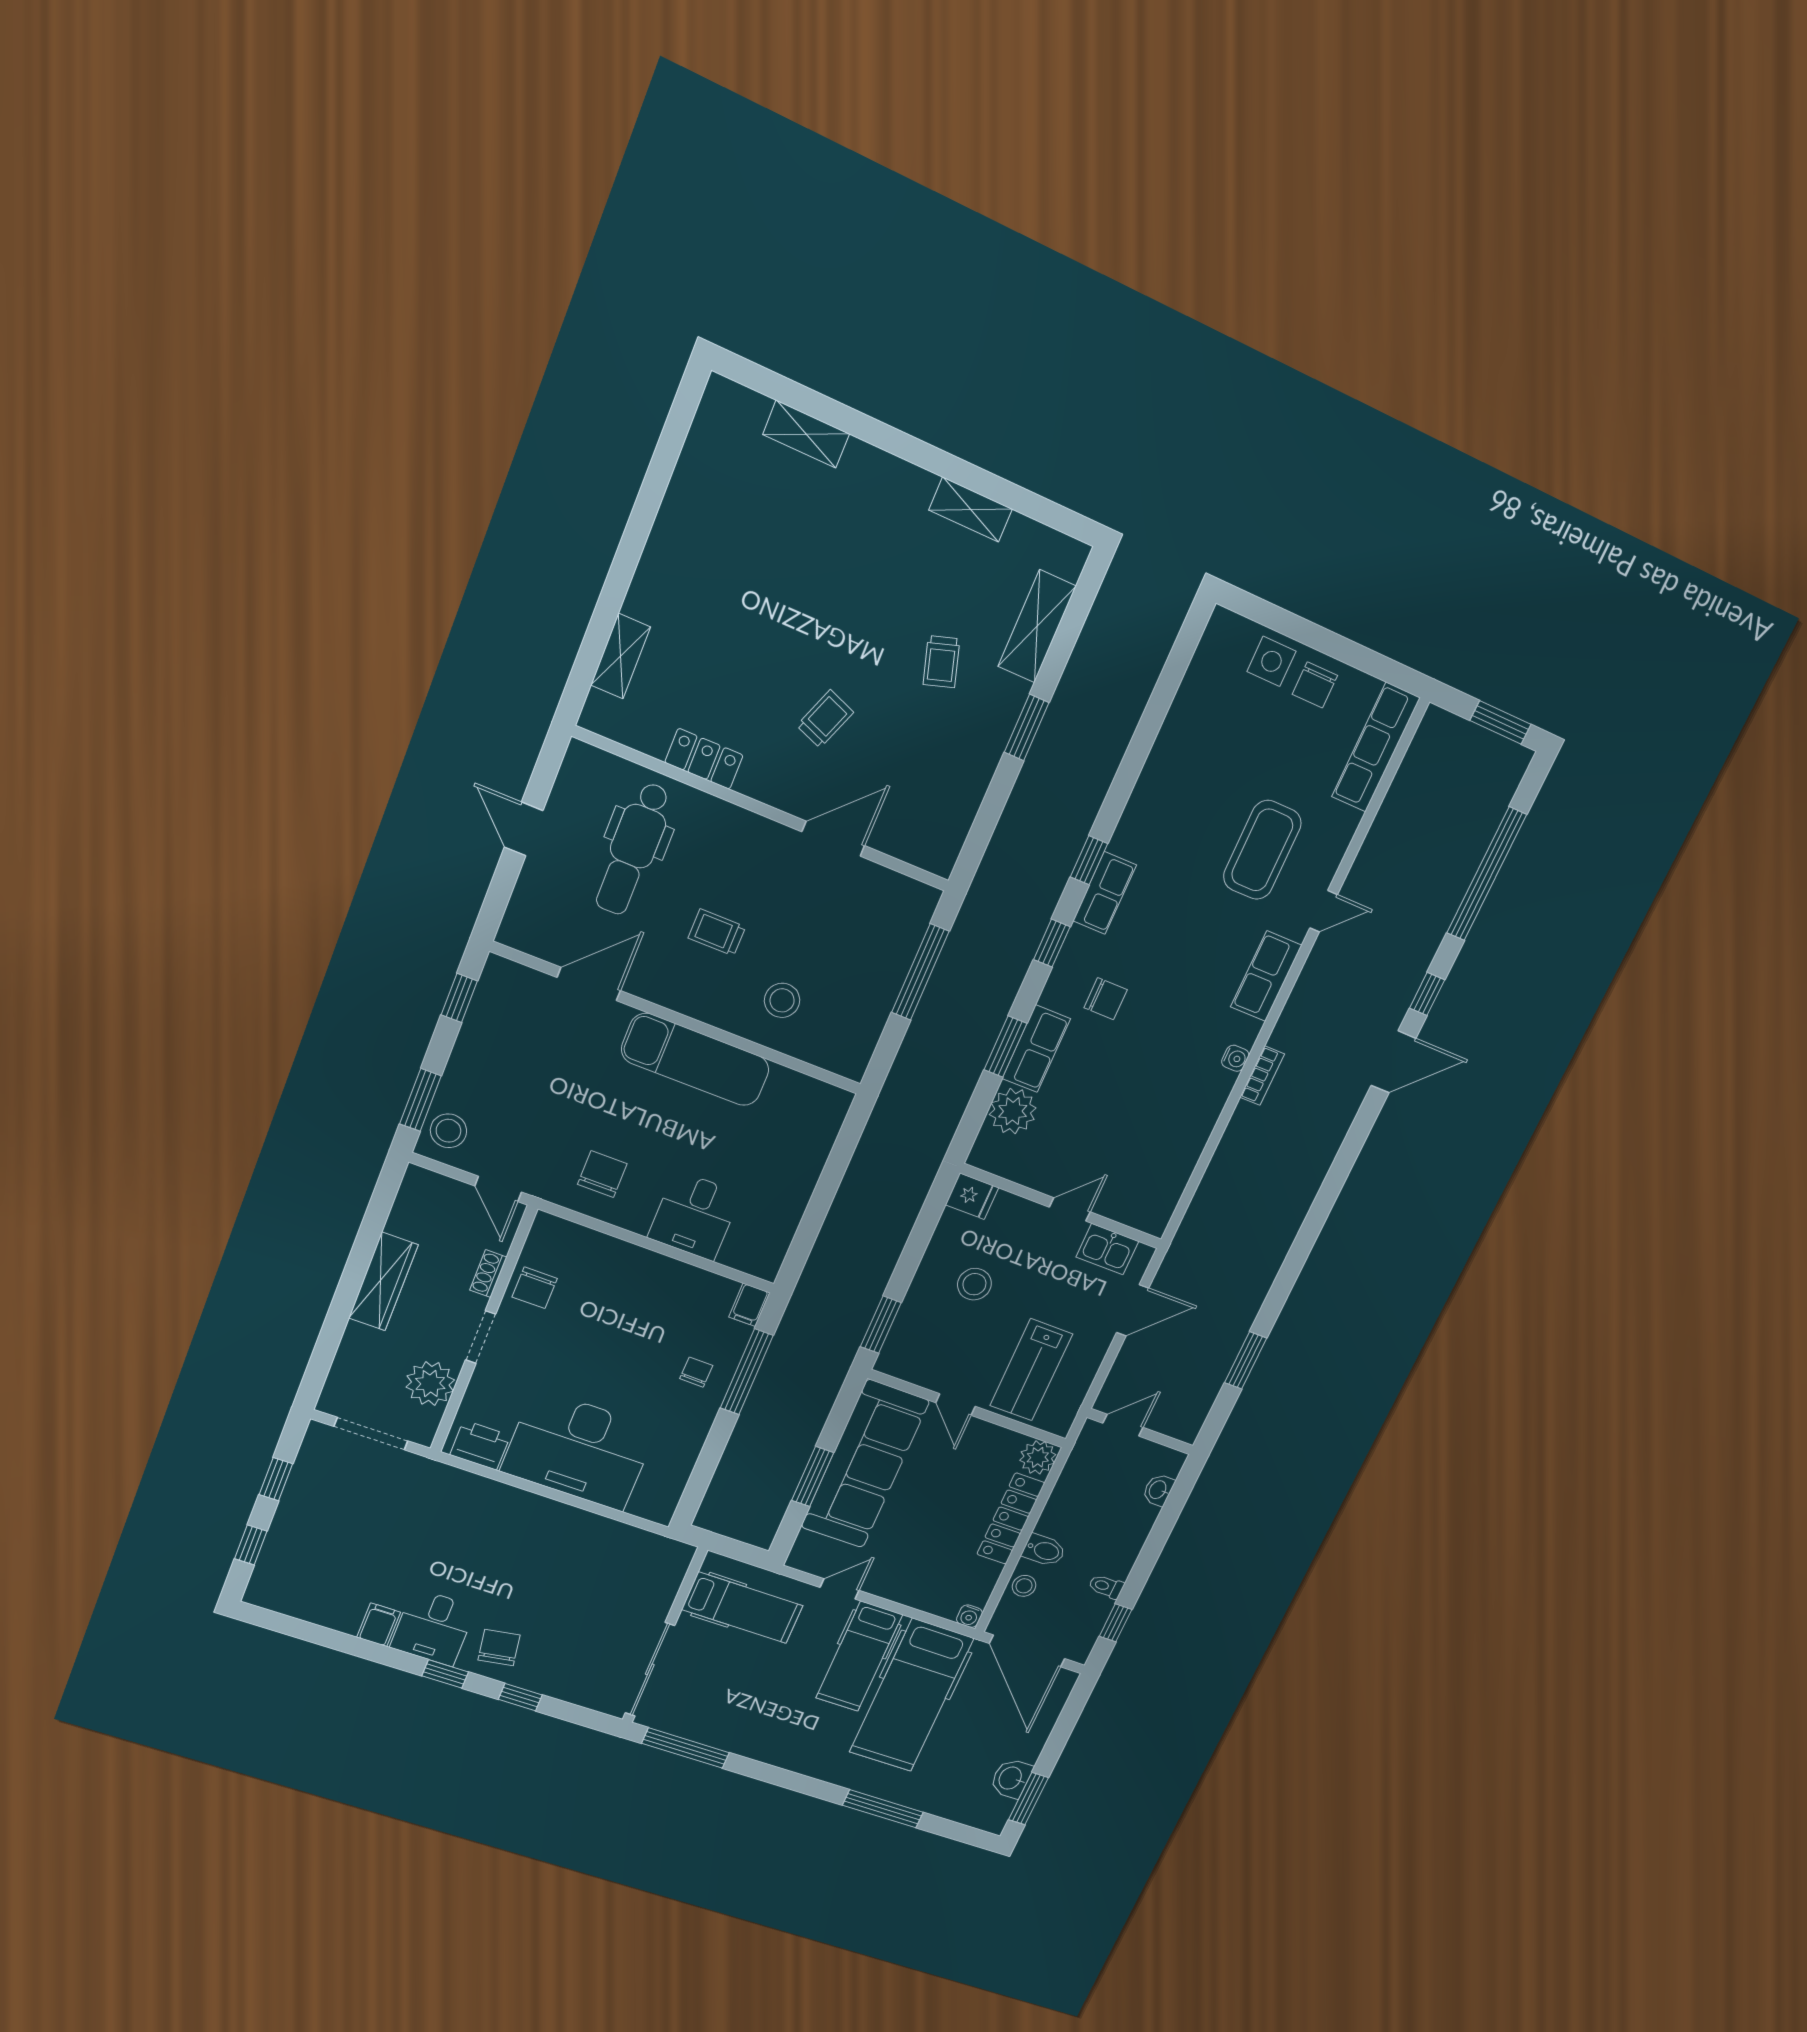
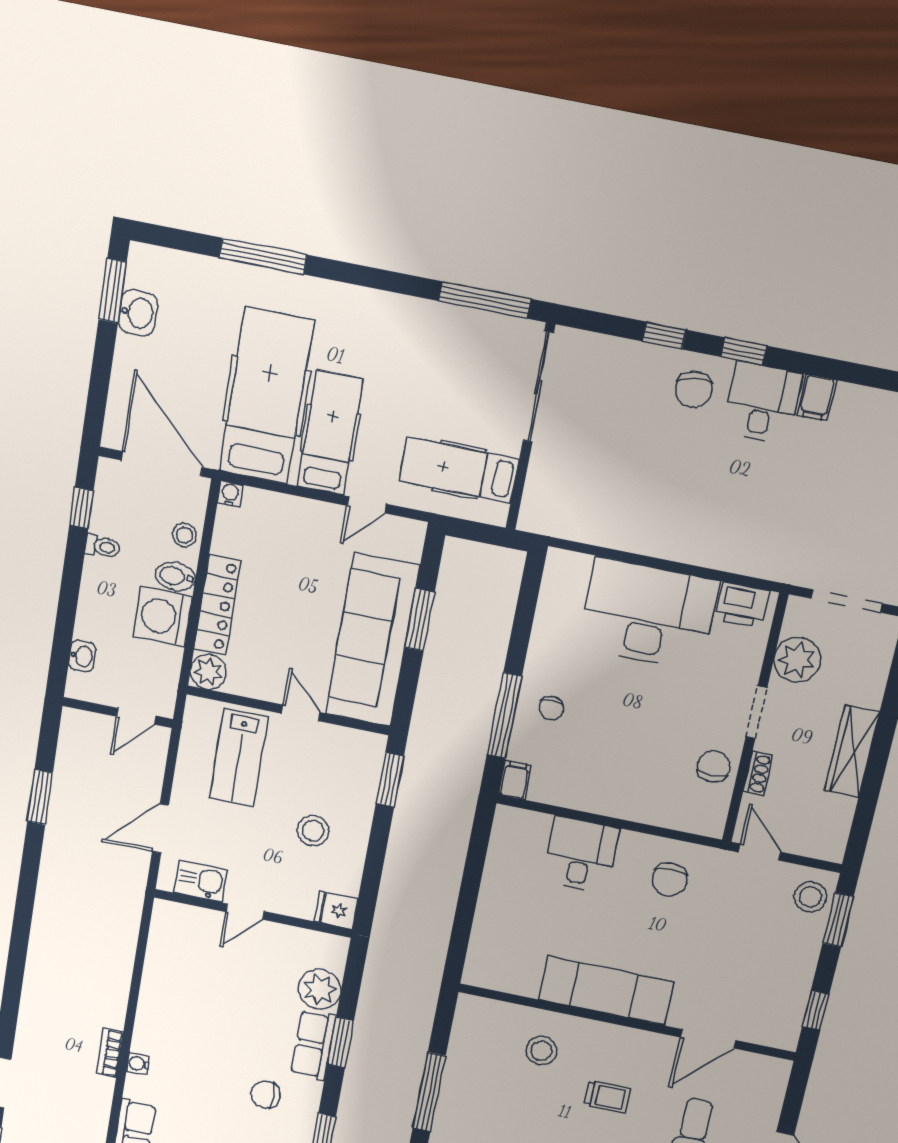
lab bench: (1031, 1370) -> (239, 757), turned 180
washing machine: (1067, 1515) -> (163, 617), added

